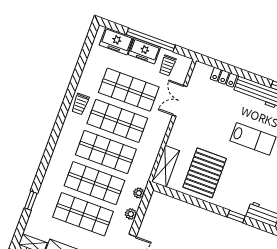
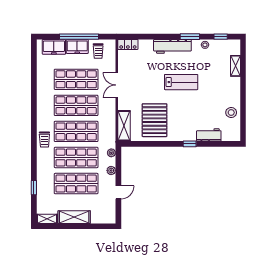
locker: (224, 77) -> (128, 44), moved
double door: (180, 101) -> (117, 85), moved
trolley: (80, 104) -> (44, 140), moved

